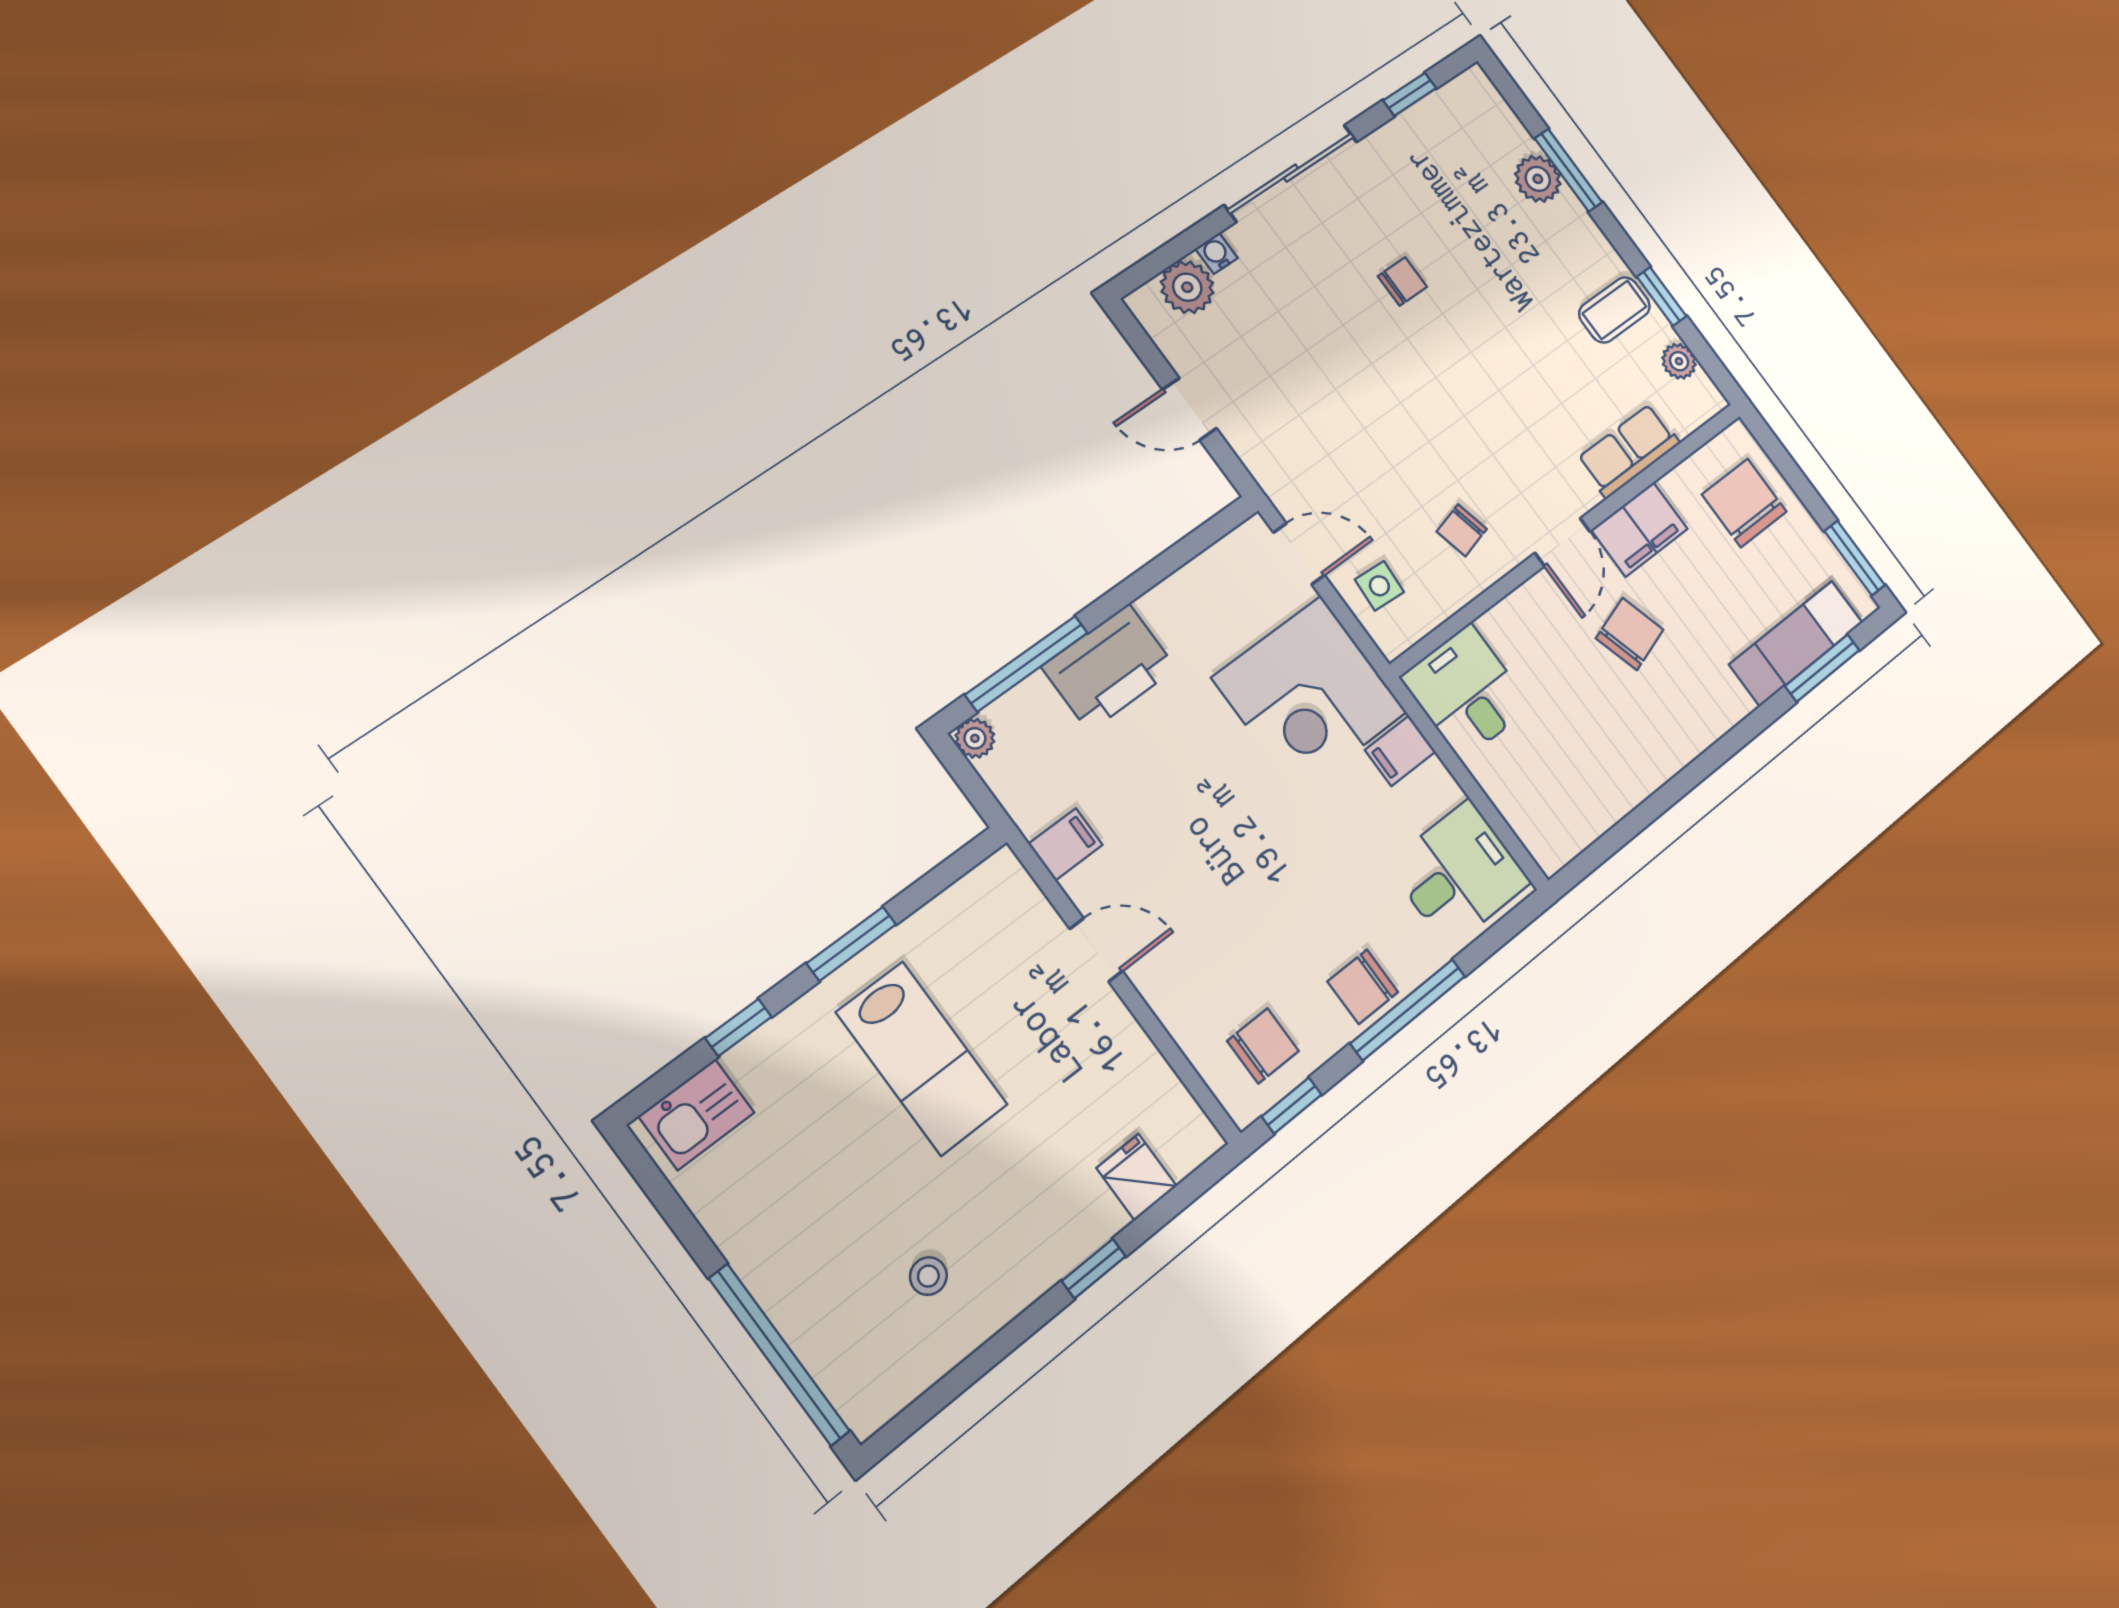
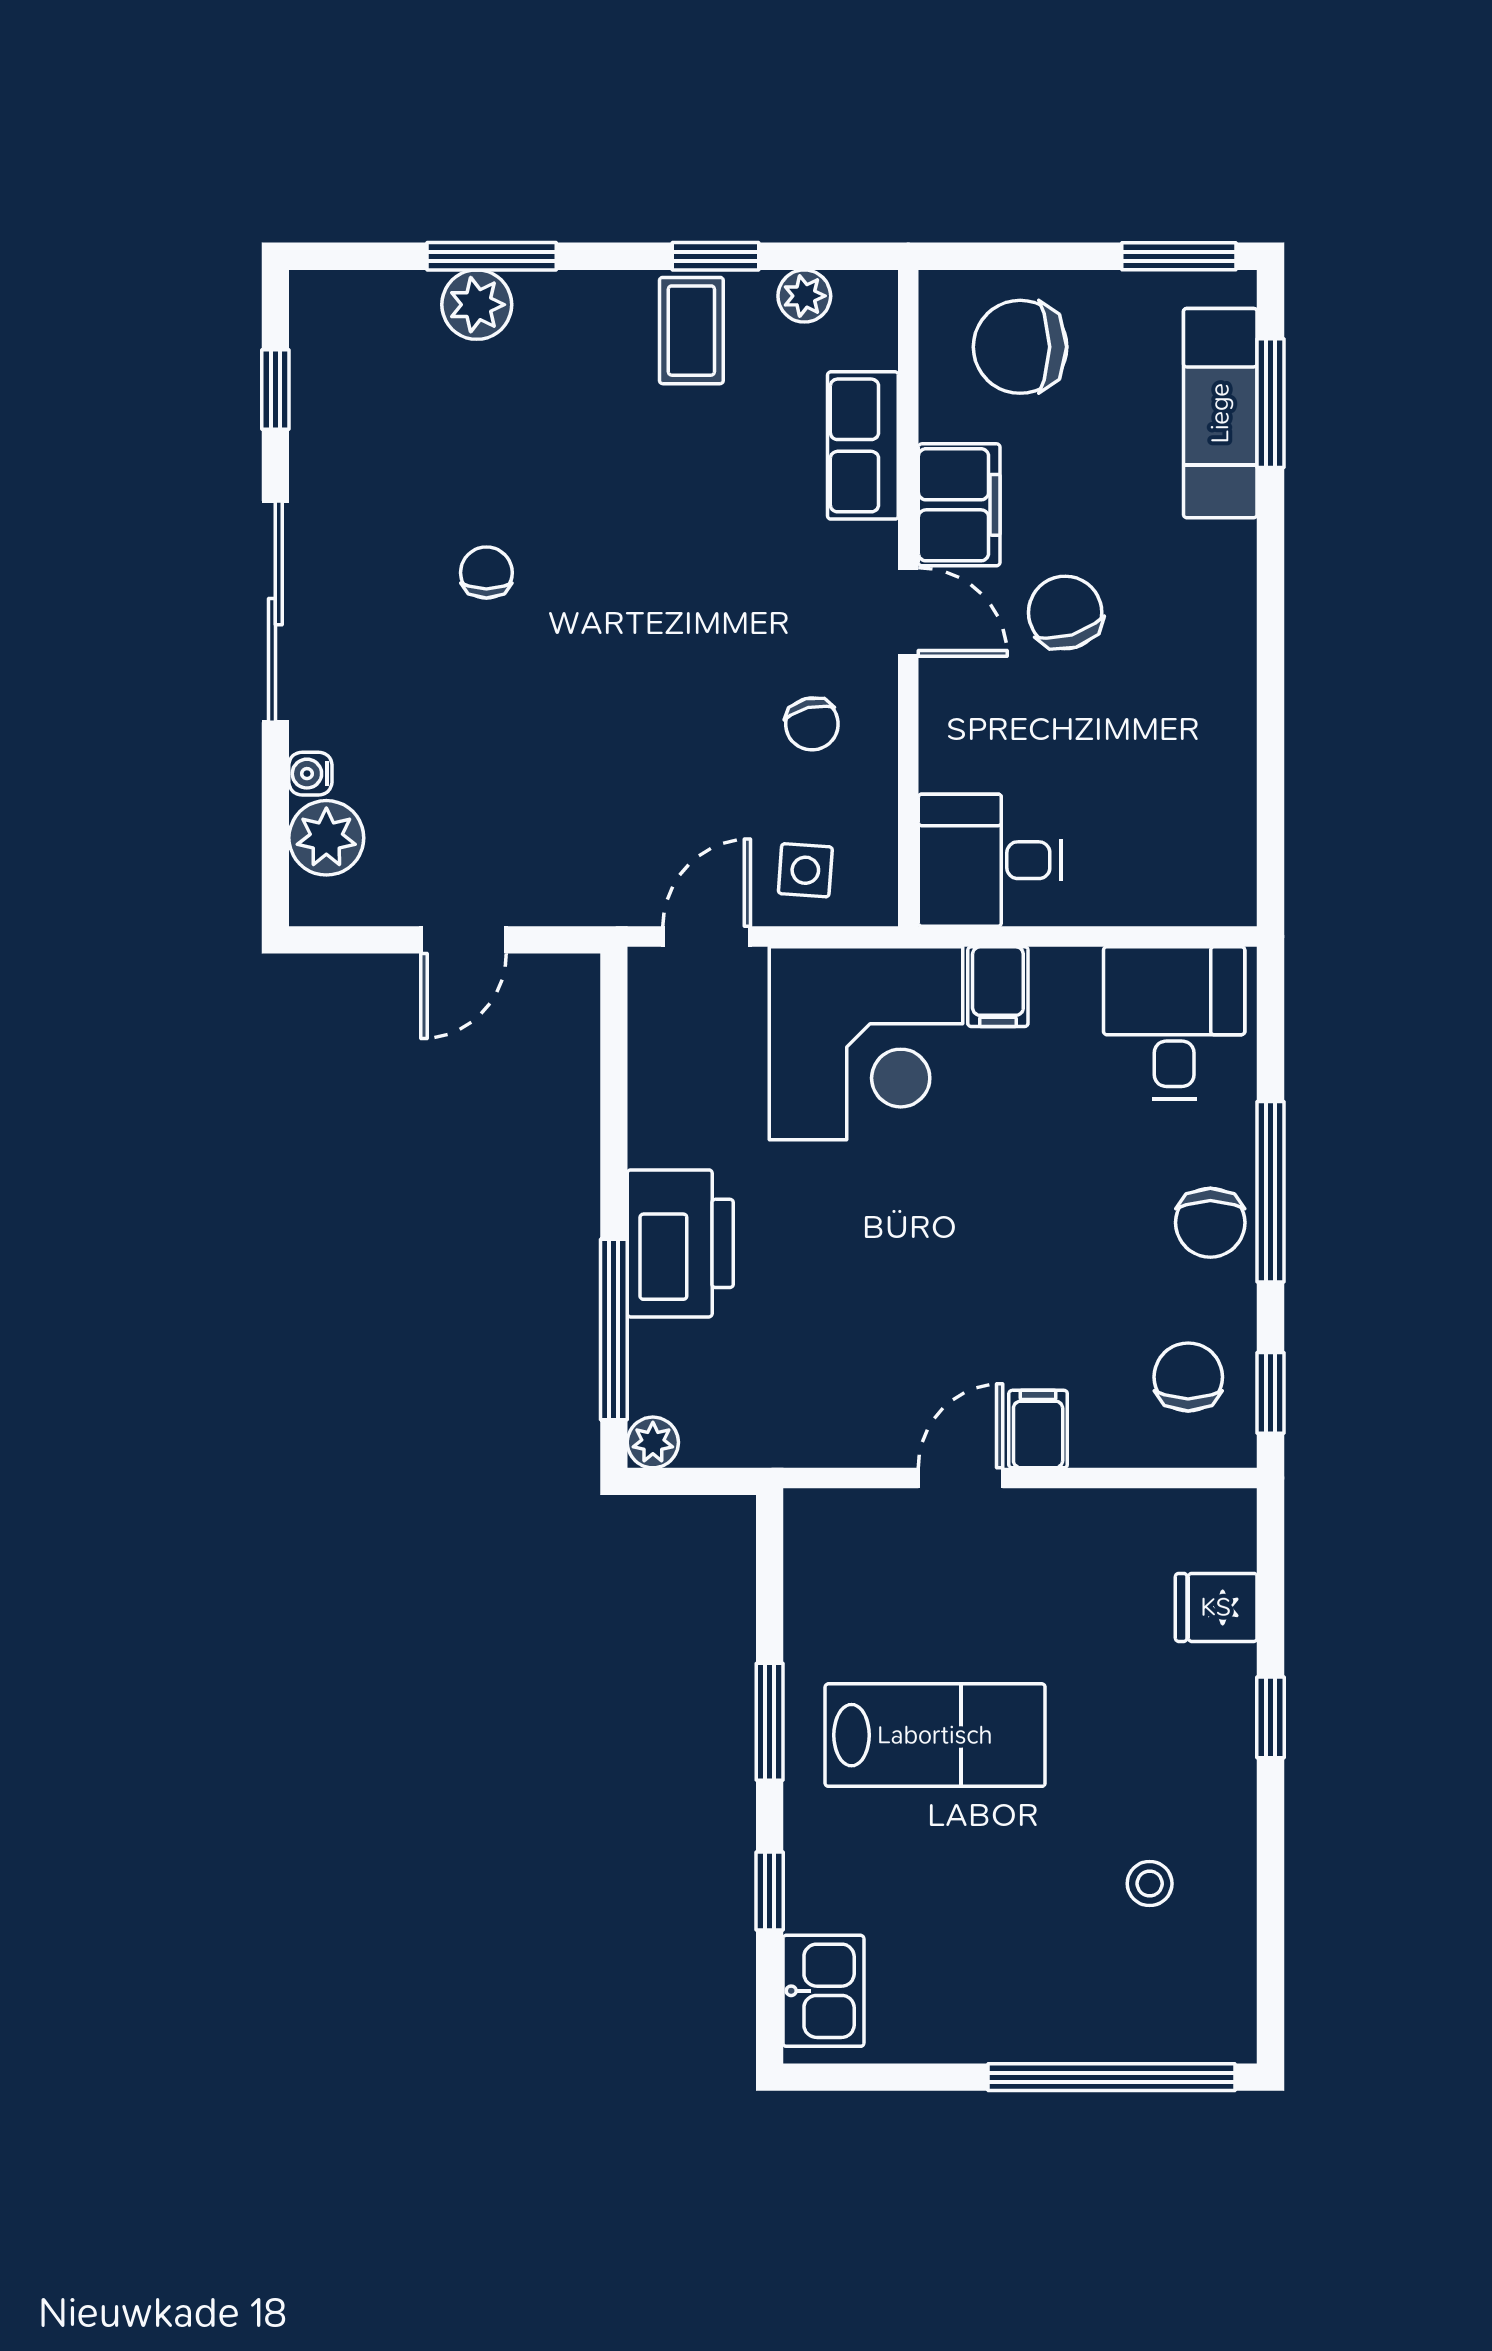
filing cabinet: (1066, 844) -> (1038, 1429), moved

